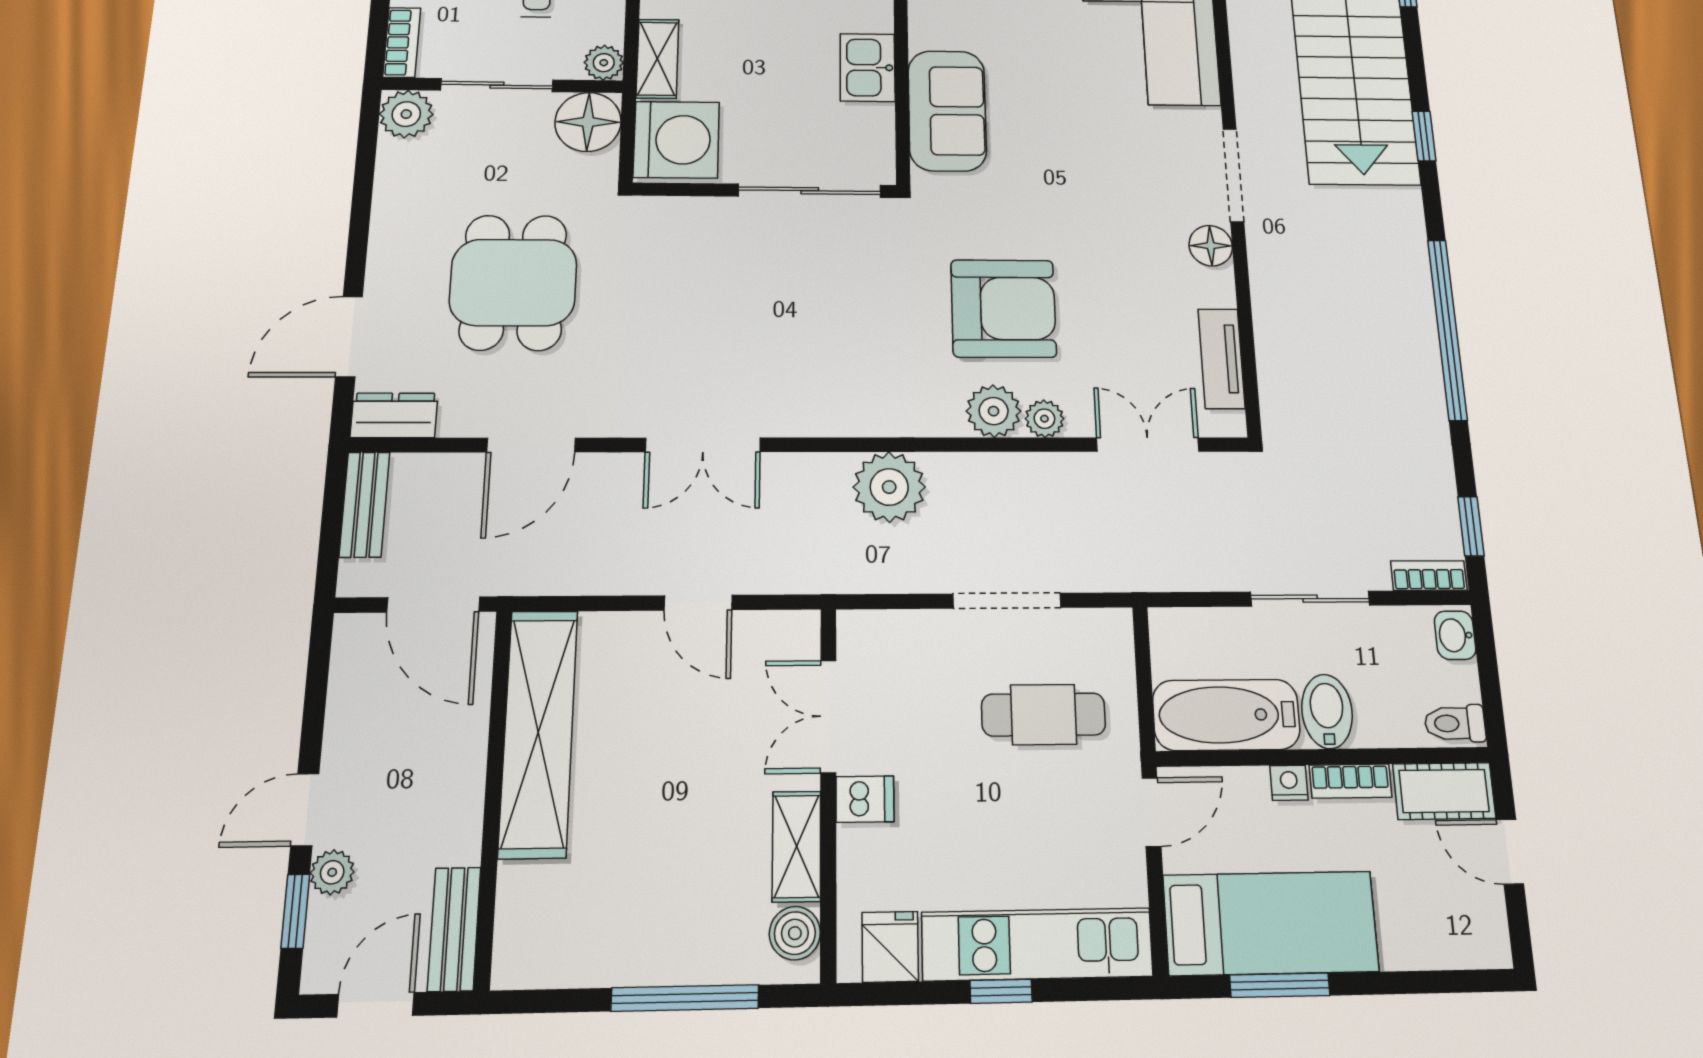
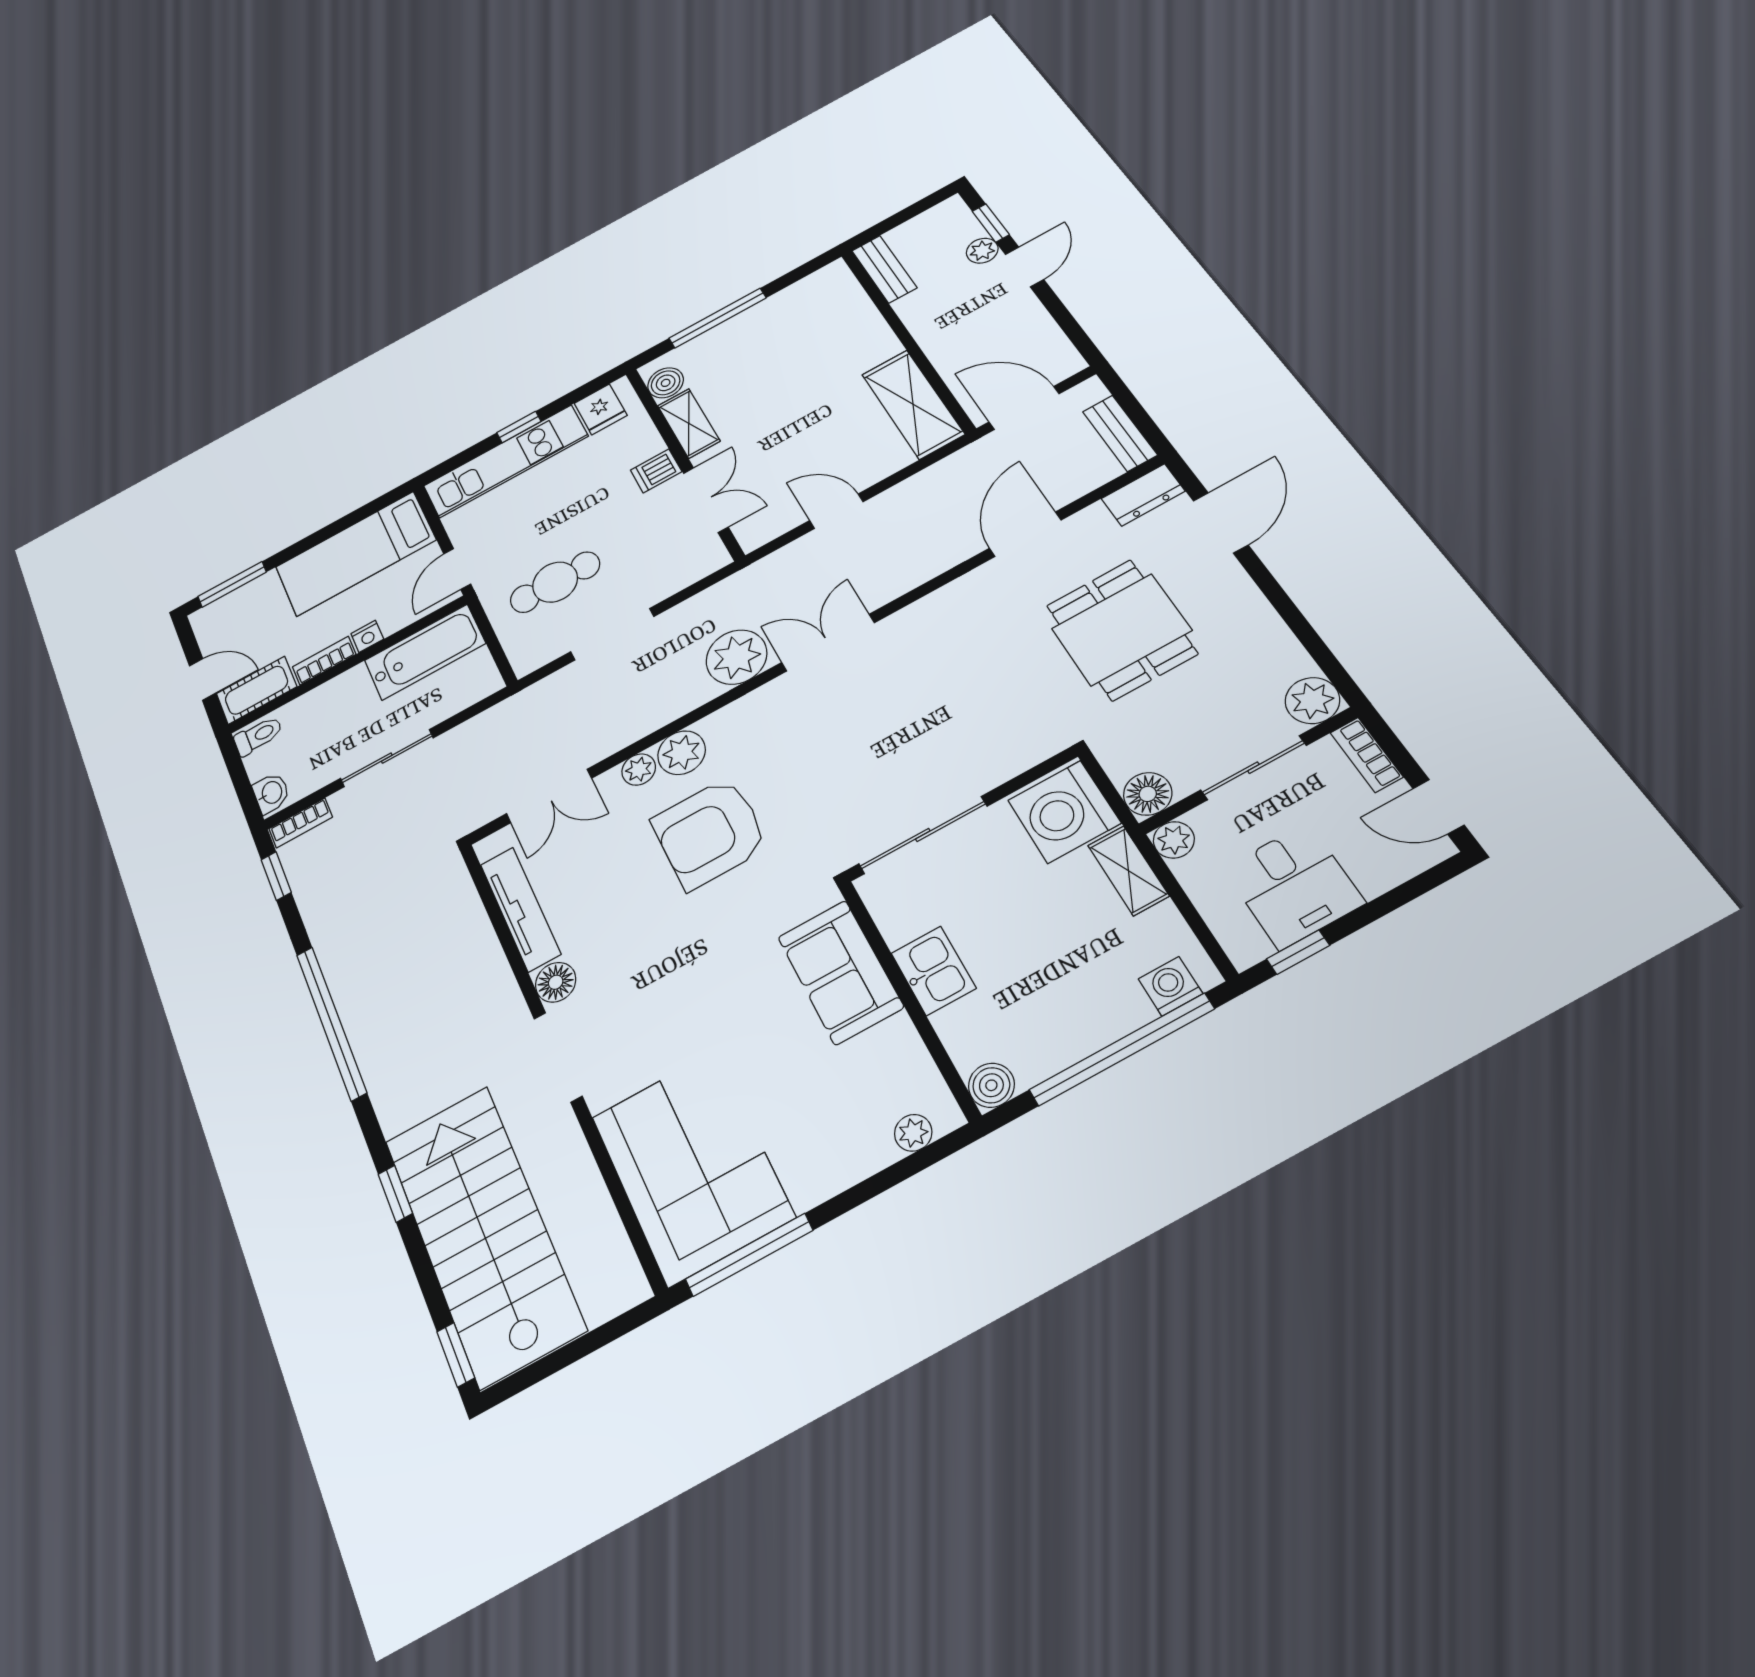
floor lamp: (588, 122) -> (1148, 794), width x0.73, depth x0.73
tv unit: (1221, 359) -> (520, 909), width x1.41
double door: (703, 445) -> (828, 643), moved
bidet: (1327, 711) -> (353, 693), removed
shelving: (538, 732) -> (913, 404), width x0.68
window: (1280, 985) -> (232, 584), moved
door: (376, 1005) -> (907, 214), removed

